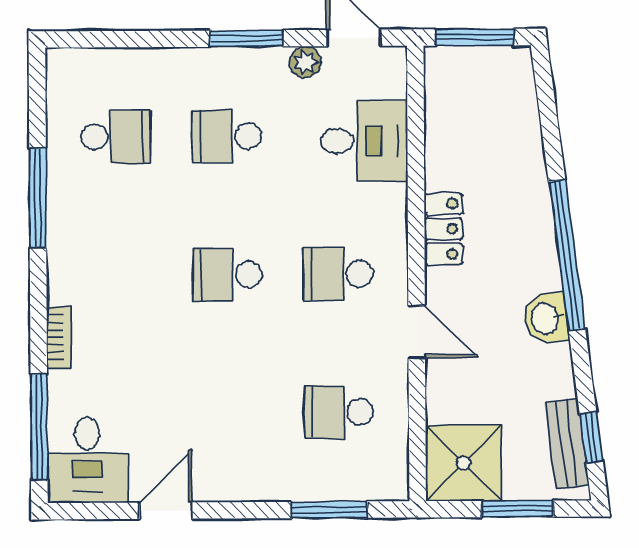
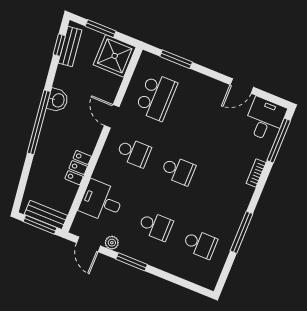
bench: (470, 63) -> (46, 215), added
school desk: (116, 137) -> (200, 244), turned 180
locker: (443, 229) -> (78, 168), moved
school desk: (339, 412) -> (156, 97), width x1.85

